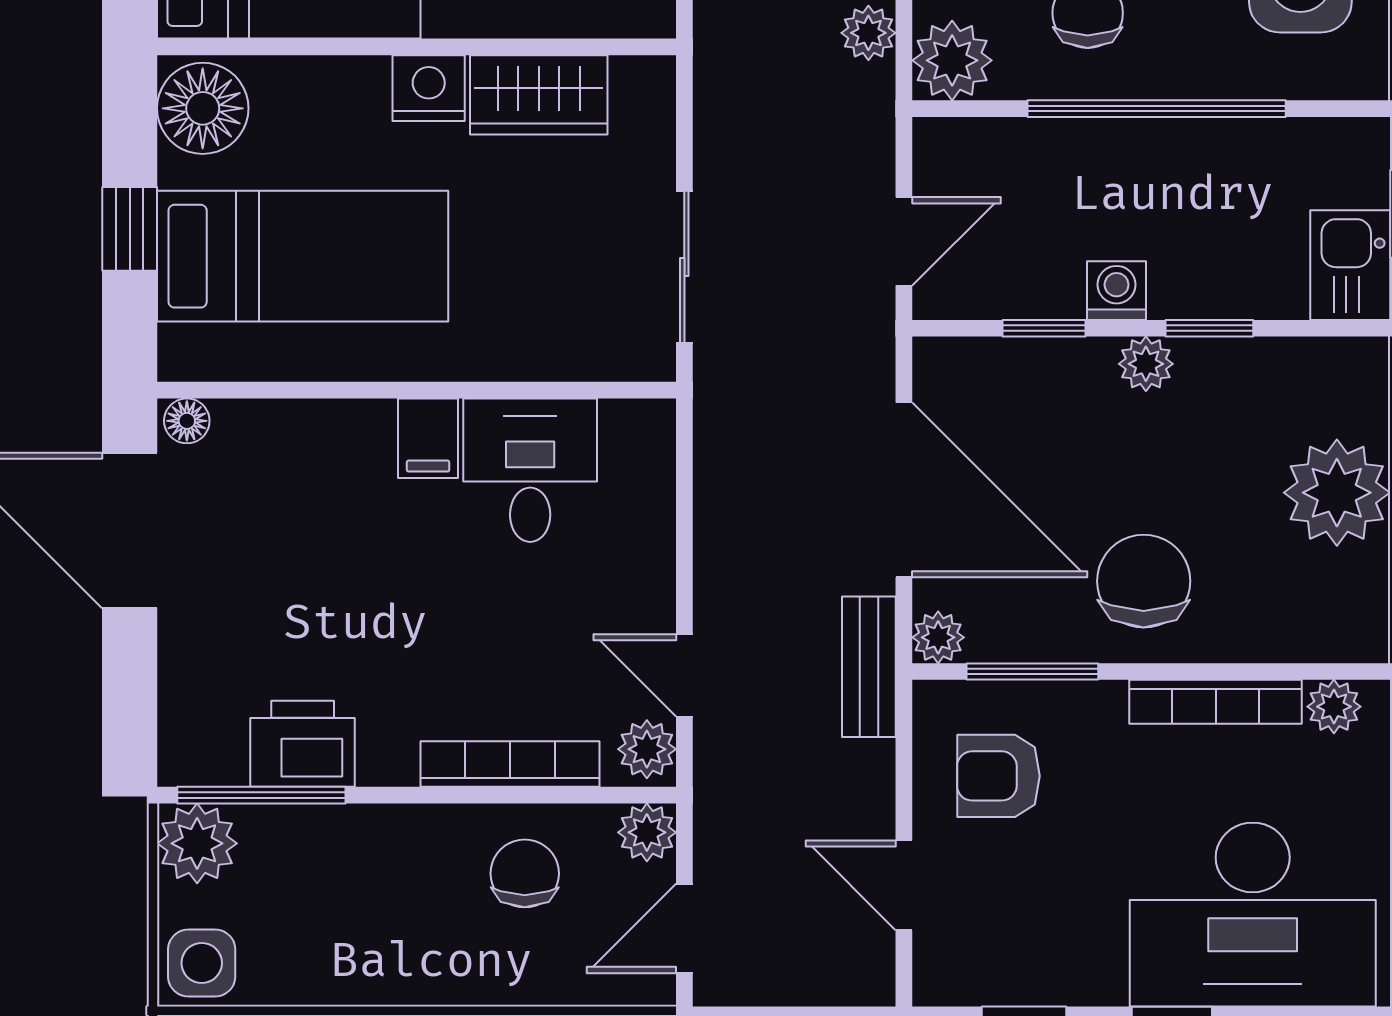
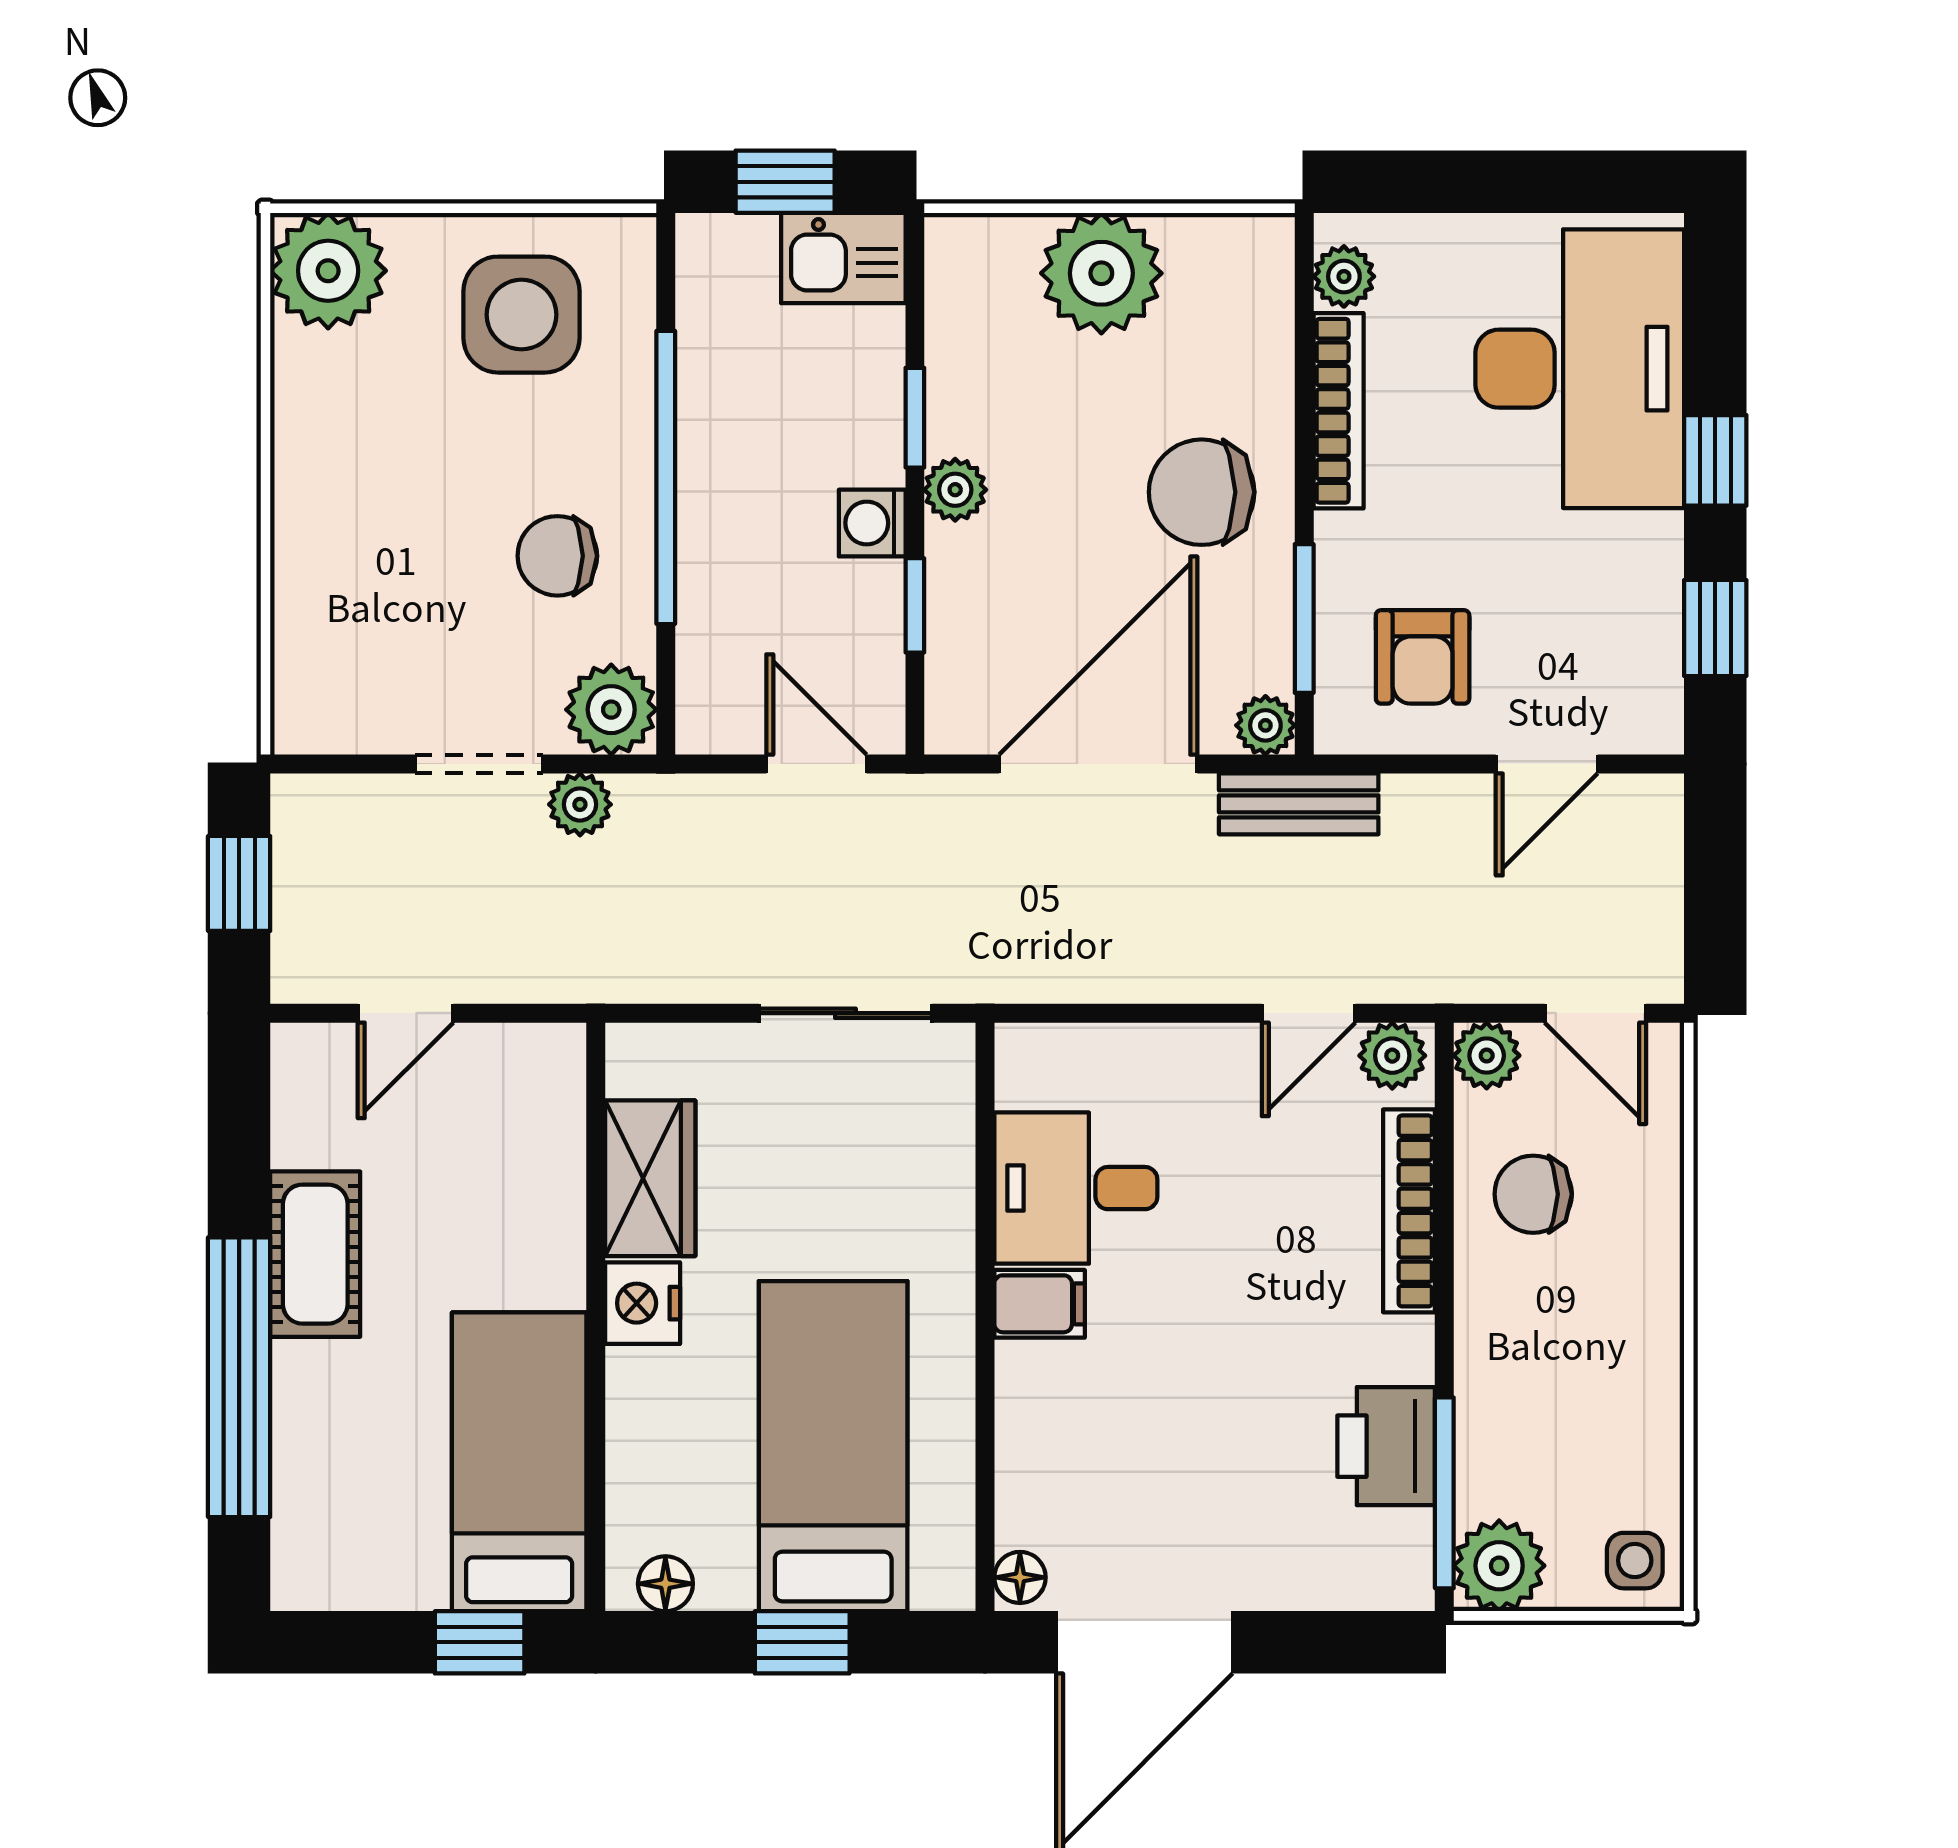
floor lamp: (203, 108) -> (665, 1584), width x0.53, depth x0.53
side table: (202, 963) -> (1635, 1561), width x0.73, depth x0.73

